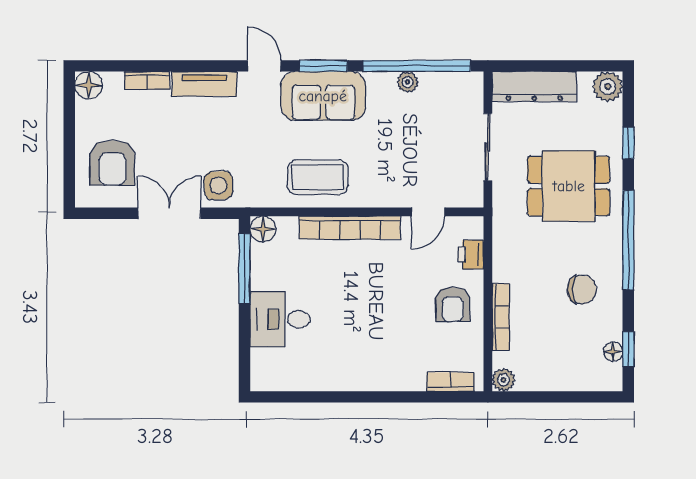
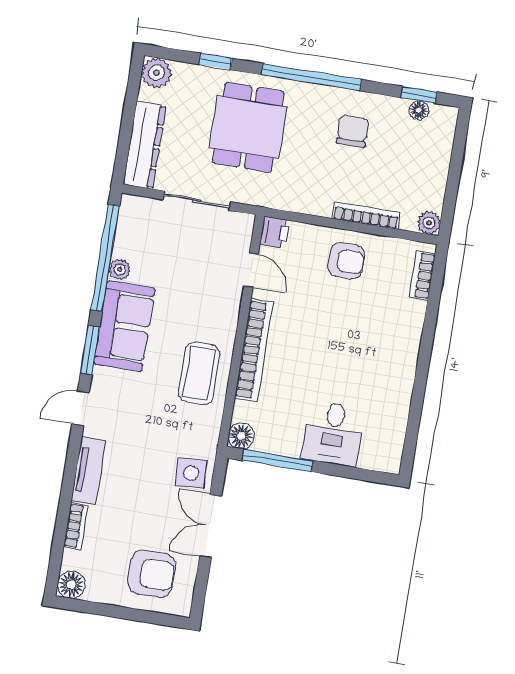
sofa: (323, 96) -> (124, 326), moved
printer: (471, 254) -> (275, 232), moved, turned -90

